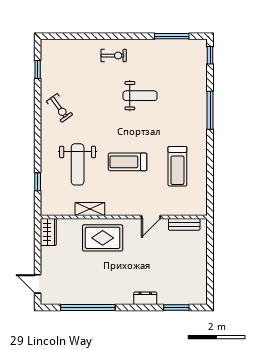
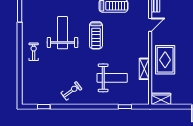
weight bench: (140, 96) -> (63, 33), width x1.36, depth x1.33
treadmill: (128, 162) -> (96, 35), moved
door: (151, 217) -> (150, 25), hinge flipped

